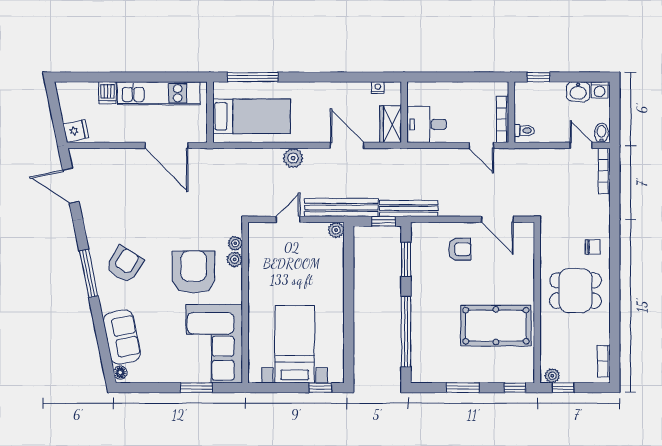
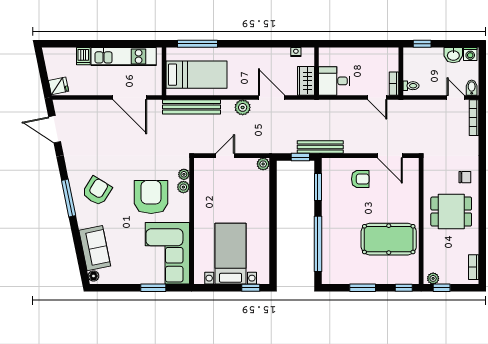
bookcase: (503, 119) -> (394, 84), width x0.64
plant: (293, 158) -> (243, 107), moved
bench: (341, 208) -> (191, 107), moved

